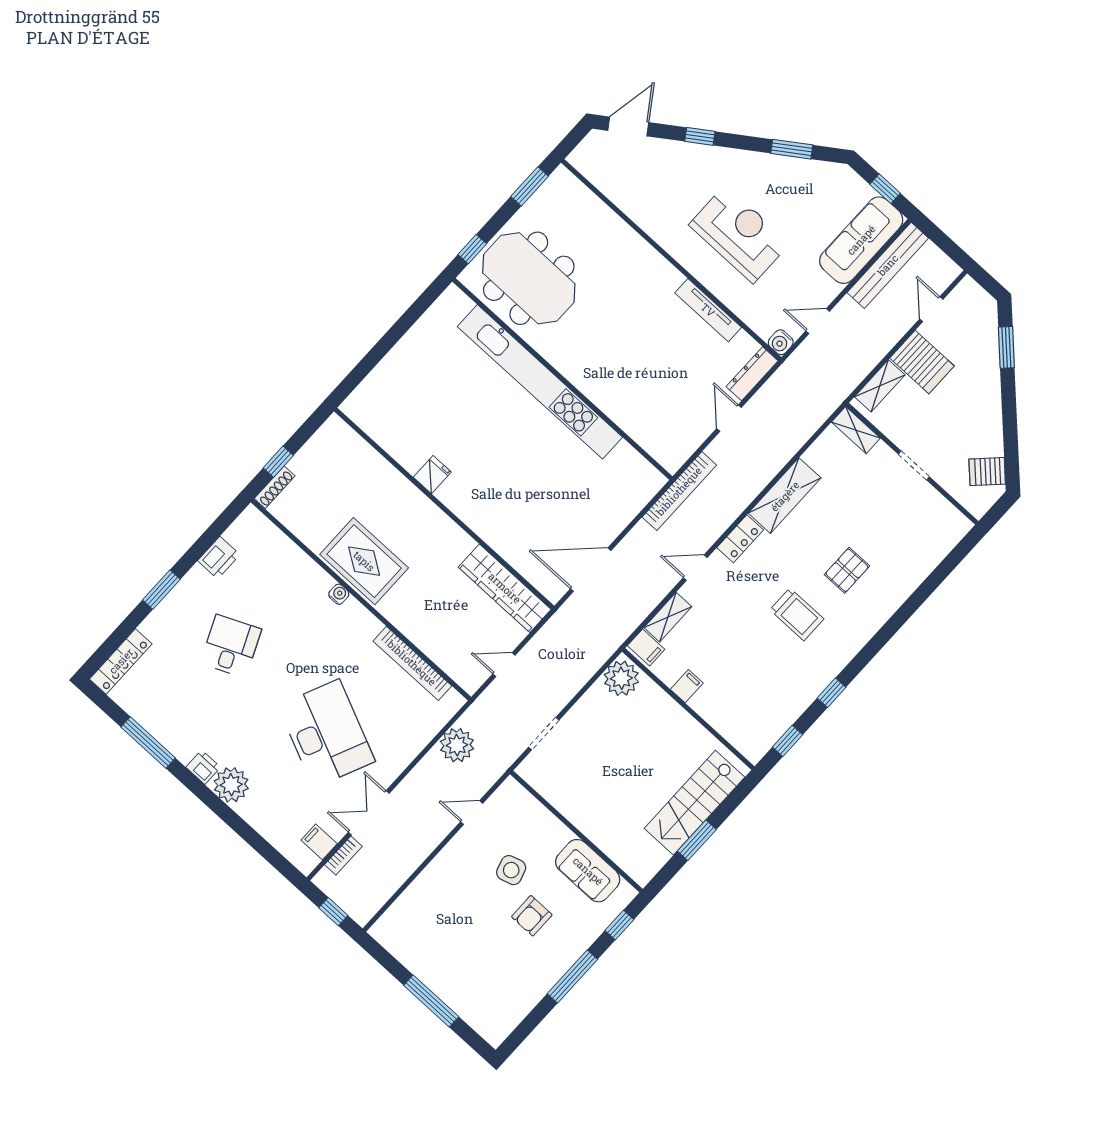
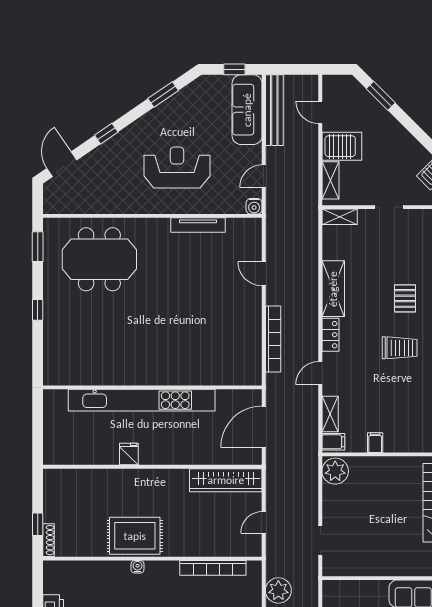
meeting table: (529, 278) -> (99, 259), moved
dresser: (752, 374) -> (254, 238), removed
wall: (562, 379) -> (152, 387), moved
kitchen unit: (540, 382) -> (142, 400), moved

